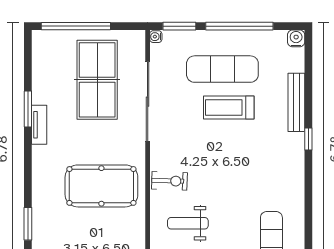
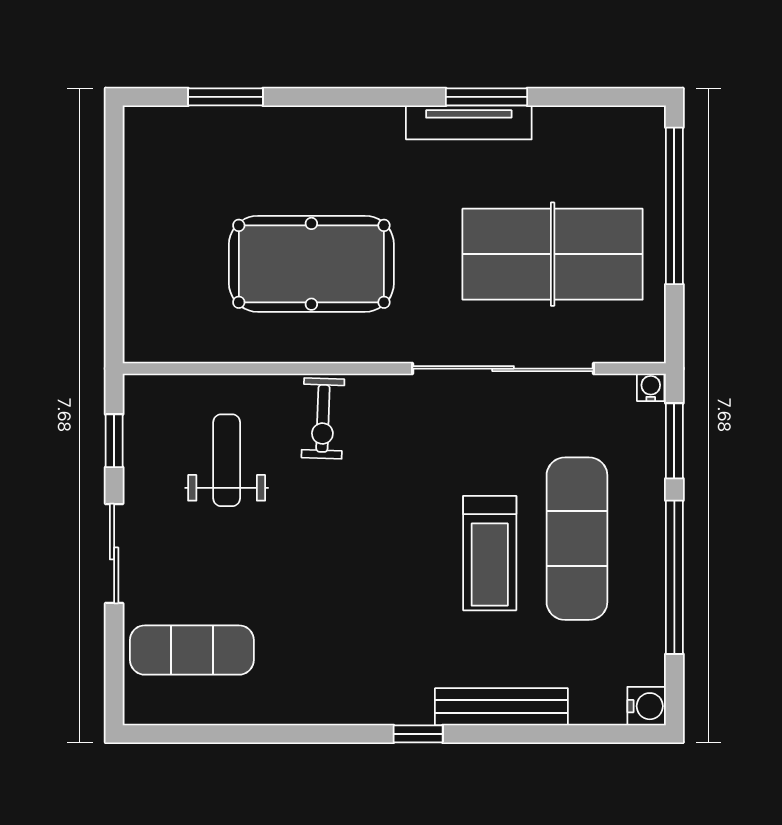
treadmill: (229, 107) -> (490, 553), turned 180
tv unit: (39, 125) -> (469, 122), width x1.41
pool table: (101, 186) -> (311, 264), turned 90

